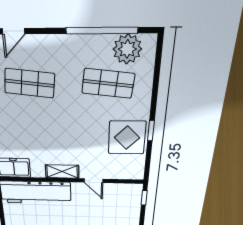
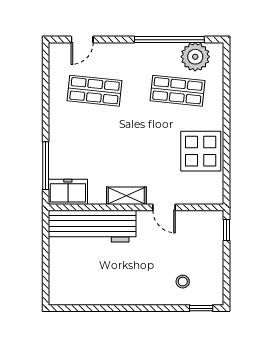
window: (151, 131) -> (226, 143), removed

